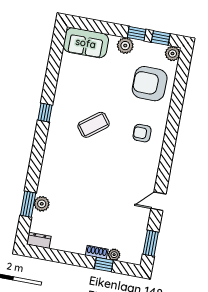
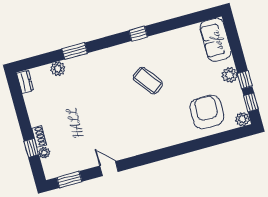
armchair: (142, 133) -> (161, 126), removed
window: (28, 204) -> (75, 51), moved

